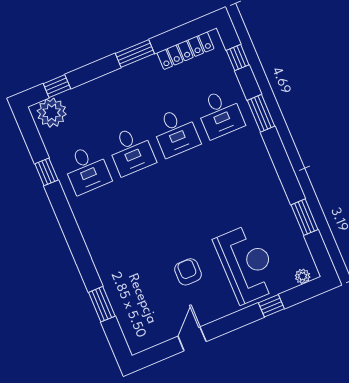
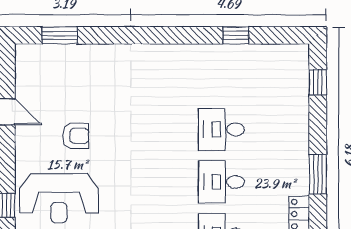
plant: (52, 113) -> (293, 66), removed
desk: (87, 169) -> (221, 77), removed
window: (102, 304) -> (60, 35), moved

